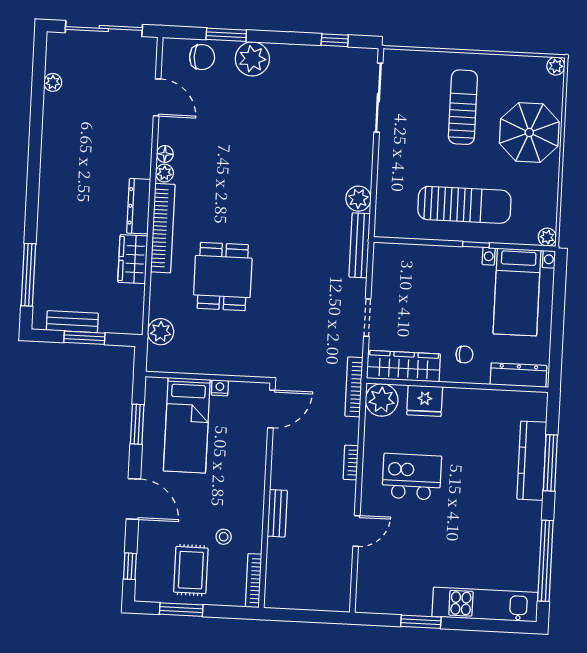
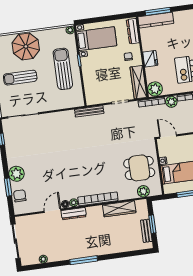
door: (157, 97) -> (53, 211), moved
plant: (358, 199) -> (171, 102), moved
dresser: (139, 206) -> (74, 214), moved
wardrobe: (133, 259) -> (119, 209), width x1.50
window: (28, 275) -> (84, 260), moved
dining table: (223, 277) -> (139, 168), moved
fridge: (425, 401) -> (150, 59), moved
kitchen counter: (532, 461) -> (156, 20), moved
window: (550, 463) -> (158, 11), moved

